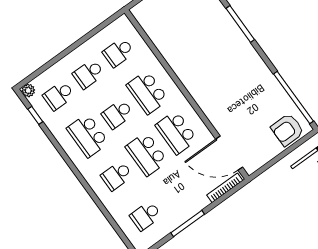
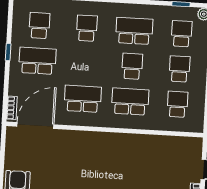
school desk: (147, 154) -> (37, 61), moved
bookcase: (225, 188) -> (12, 108), width x0.64
window: (188, 224) -> (8, 52), width x0.46

